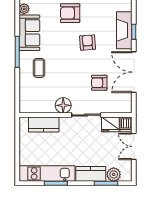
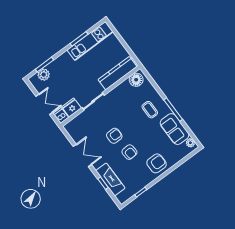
double door: (134, 72) -> (82, 155), width x0.73
armchair: (99, 83) -> (114, 136), moved
floor lamp: (63, 105) -> (136, 80), moved
kitchen counter: (44, 125) -> (117, 73), width x1.50
kitchen counter: (91, 174) -> (60, 63), removed

